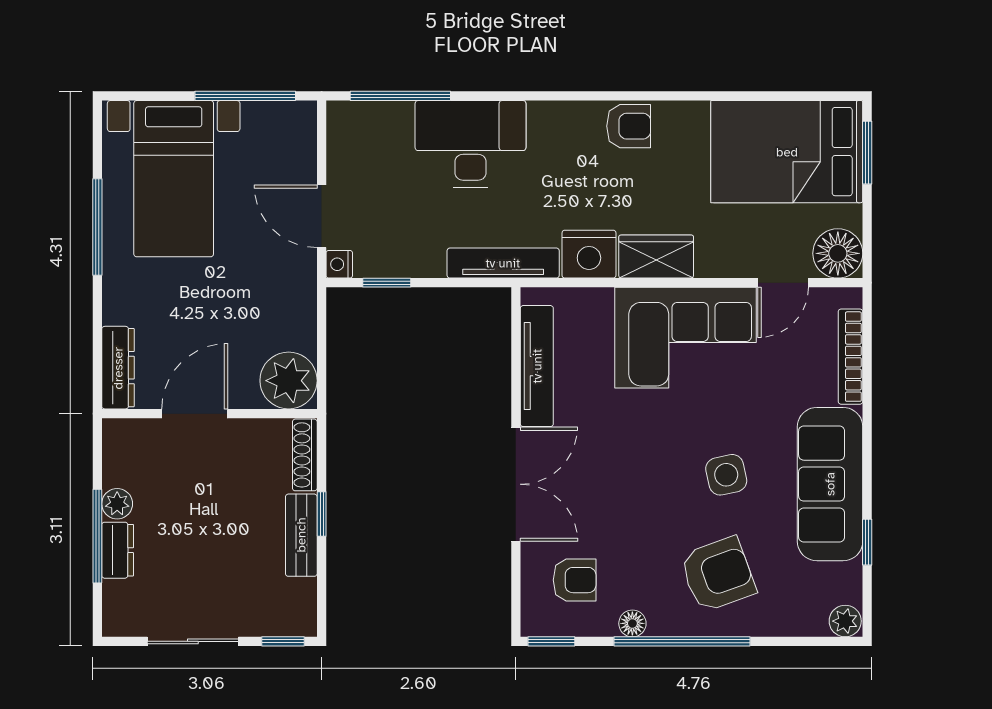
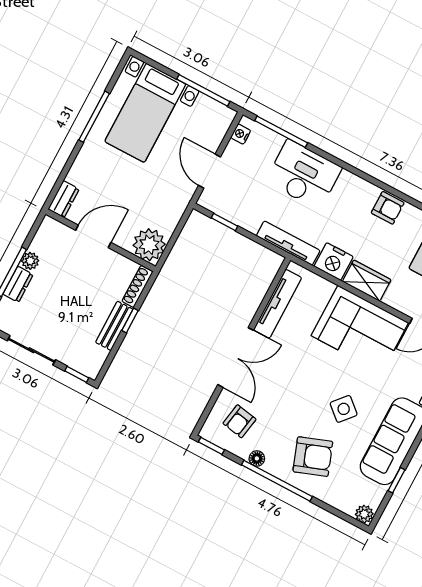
nightstand: (339, 264) -> (241, 134), moved
dresser: (118, 368) -> (64, 199), width x0.70
side table: (726, 475) -> (344, 409), turned -37
armchair: (575, 580) -> (239, 421), turned 100

